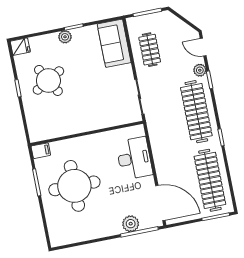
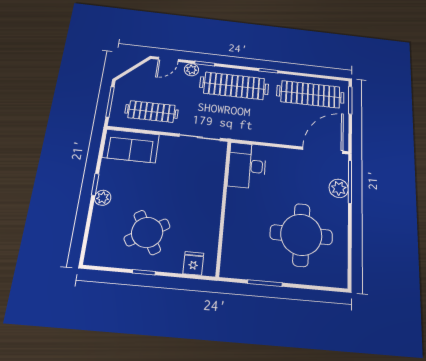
fridge: (20, 47) -> (193, 263), moved
clothes rail: (150, 50) -> (152, 112), width x1.36
filing cabinet: (41, 151) -> (228, 267), removed
desk: (134, 158) -> (247, 166), moved, turned -90
round table: (74, 186) -> (301, 235), moved

